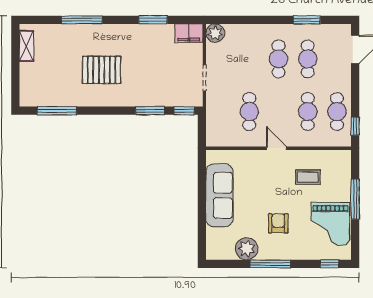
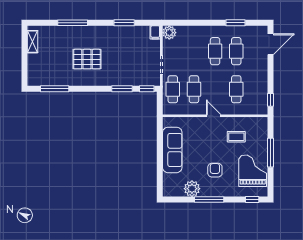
filing cabinet: (189, 33) -> (155, 32), width x0.50
cafe table: (337, 112) -> (173, 89), moved
grand piano: (330, 224) -> (253, 171), turned 180

